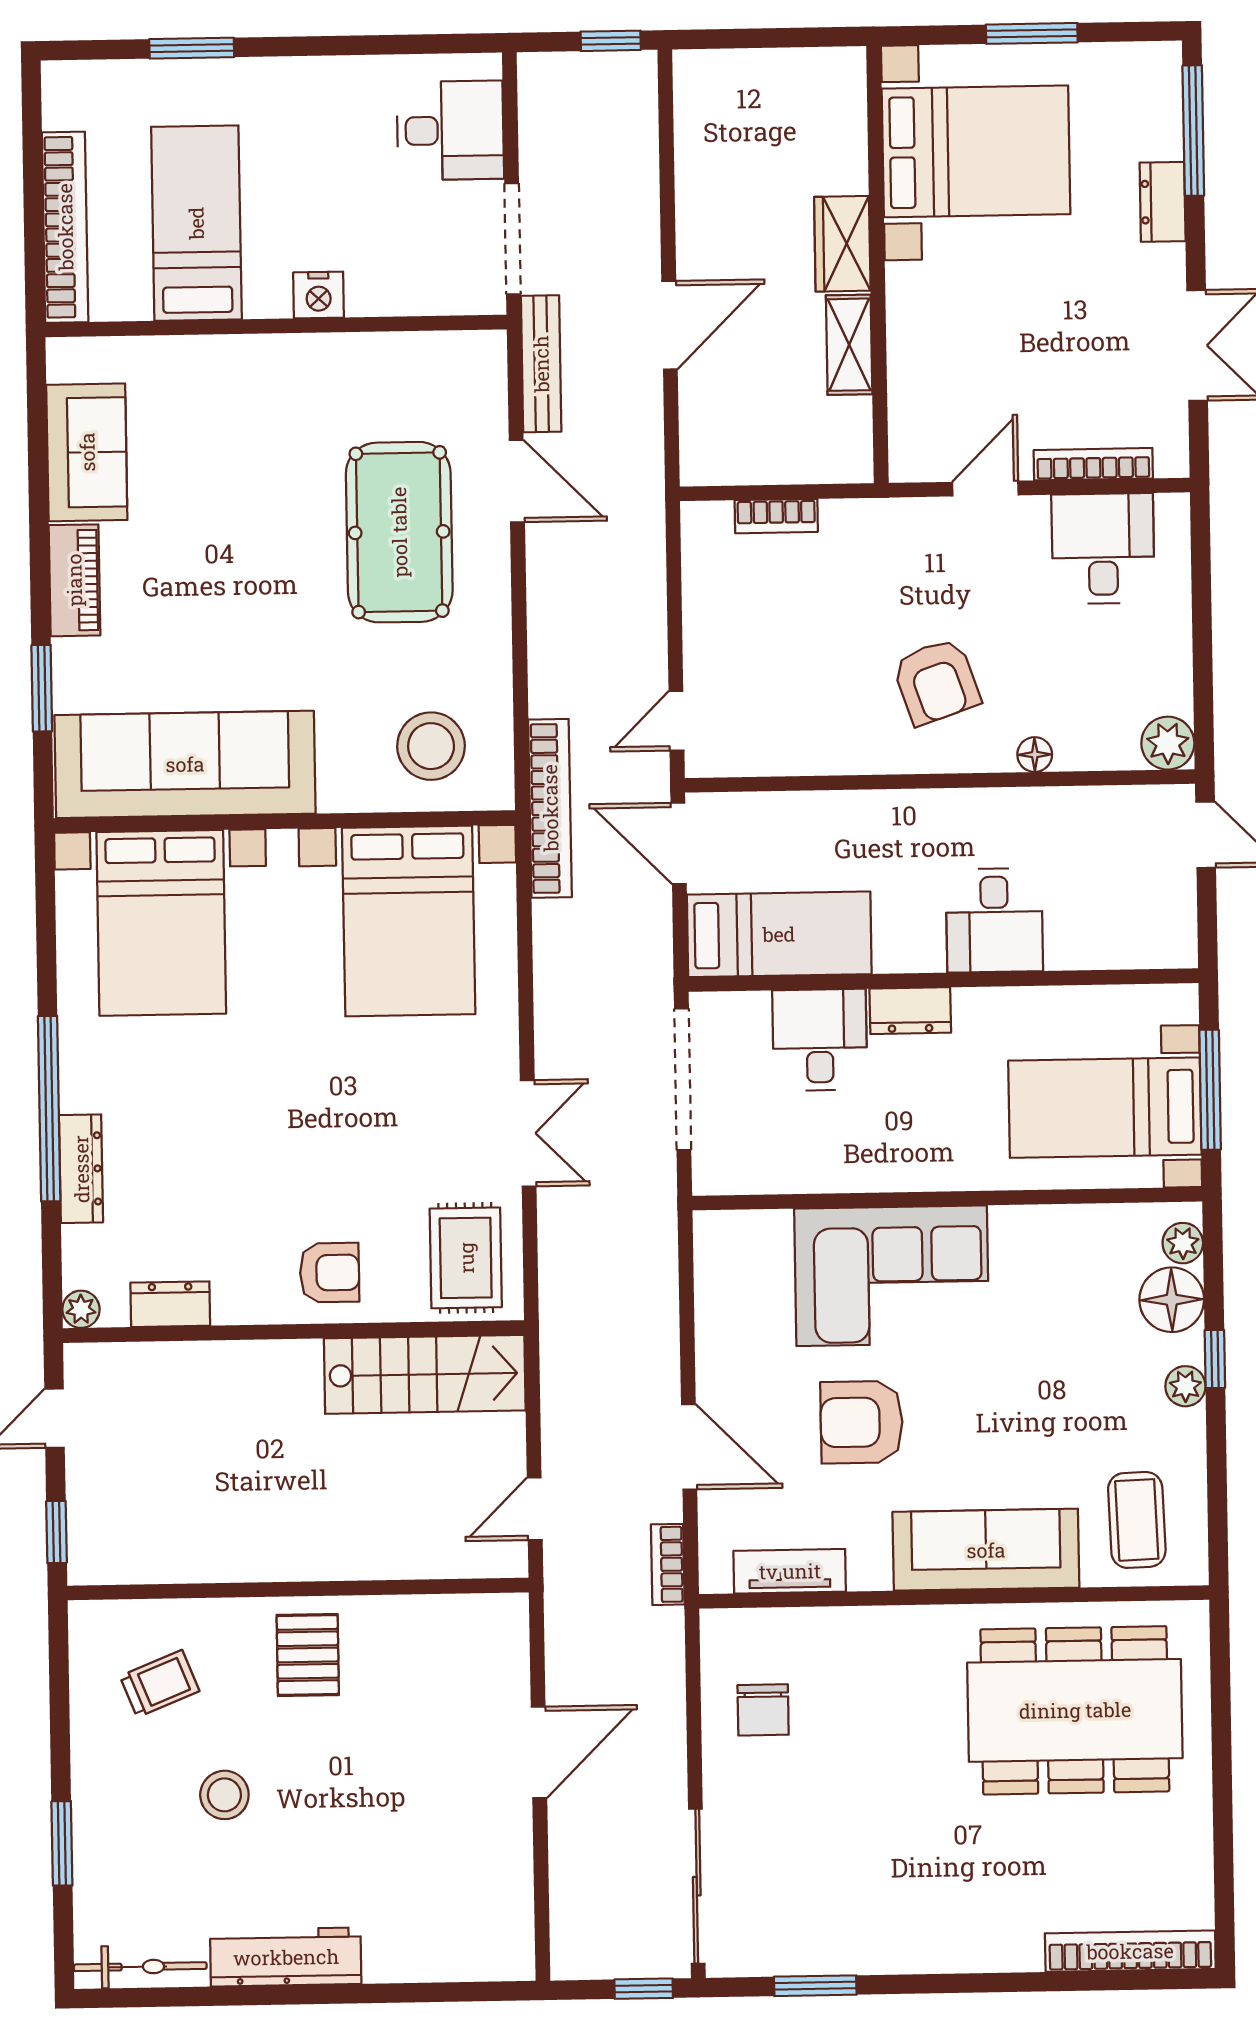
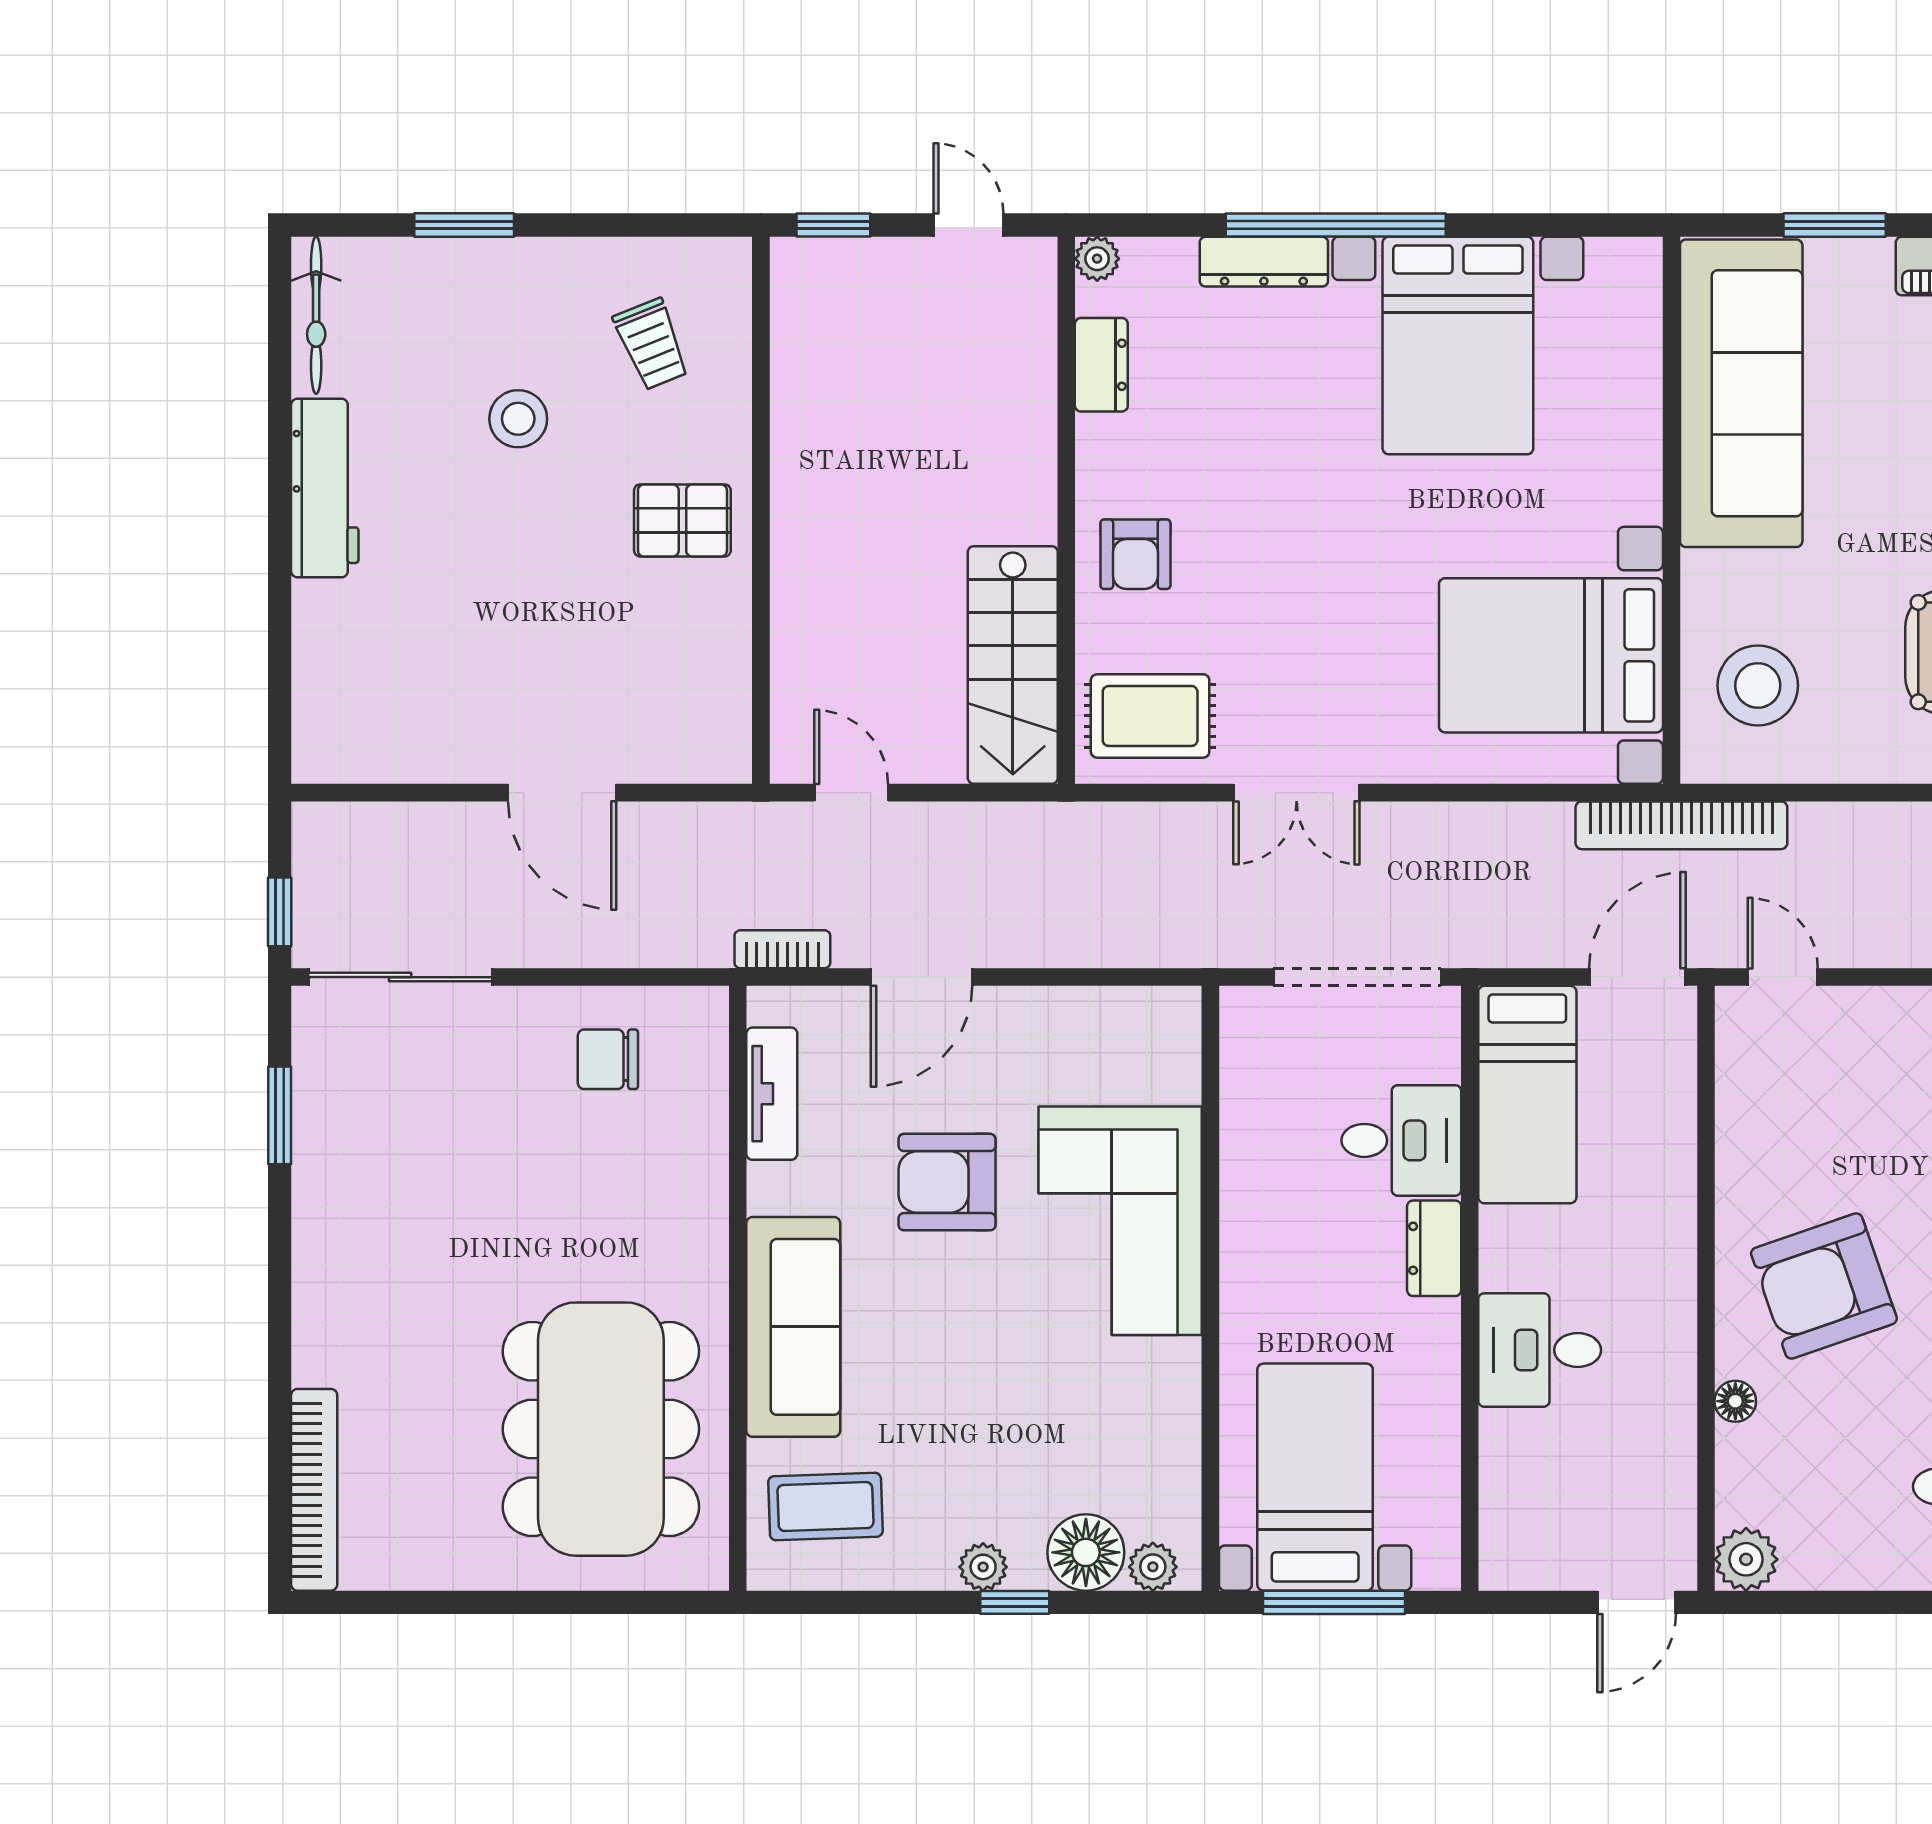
armchair: (936, 682) -> (1824, 1286), width x1.36, depth x1.36
bed with nightstands: (161, 923) -> (1458, 346), moved, turned -90
armchair: (862, 1422) -> (947, 1182), turned -90

